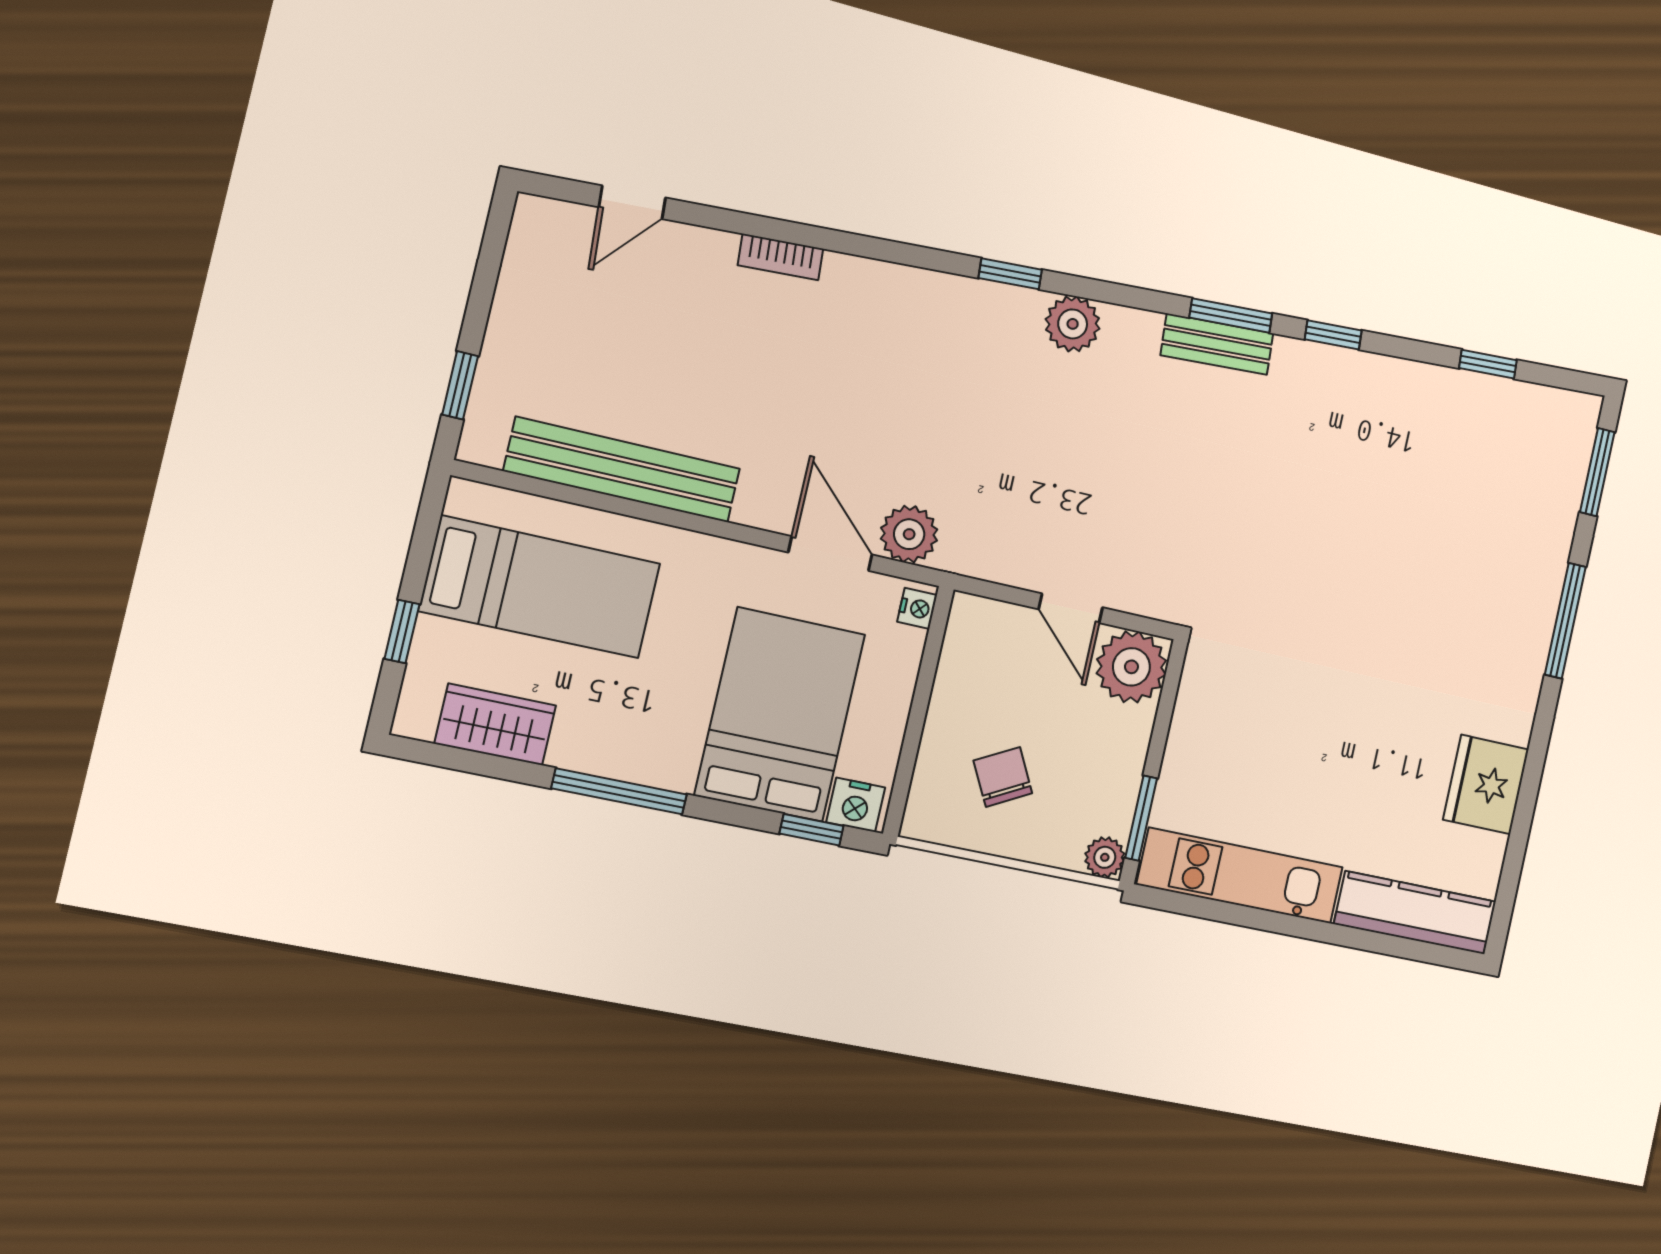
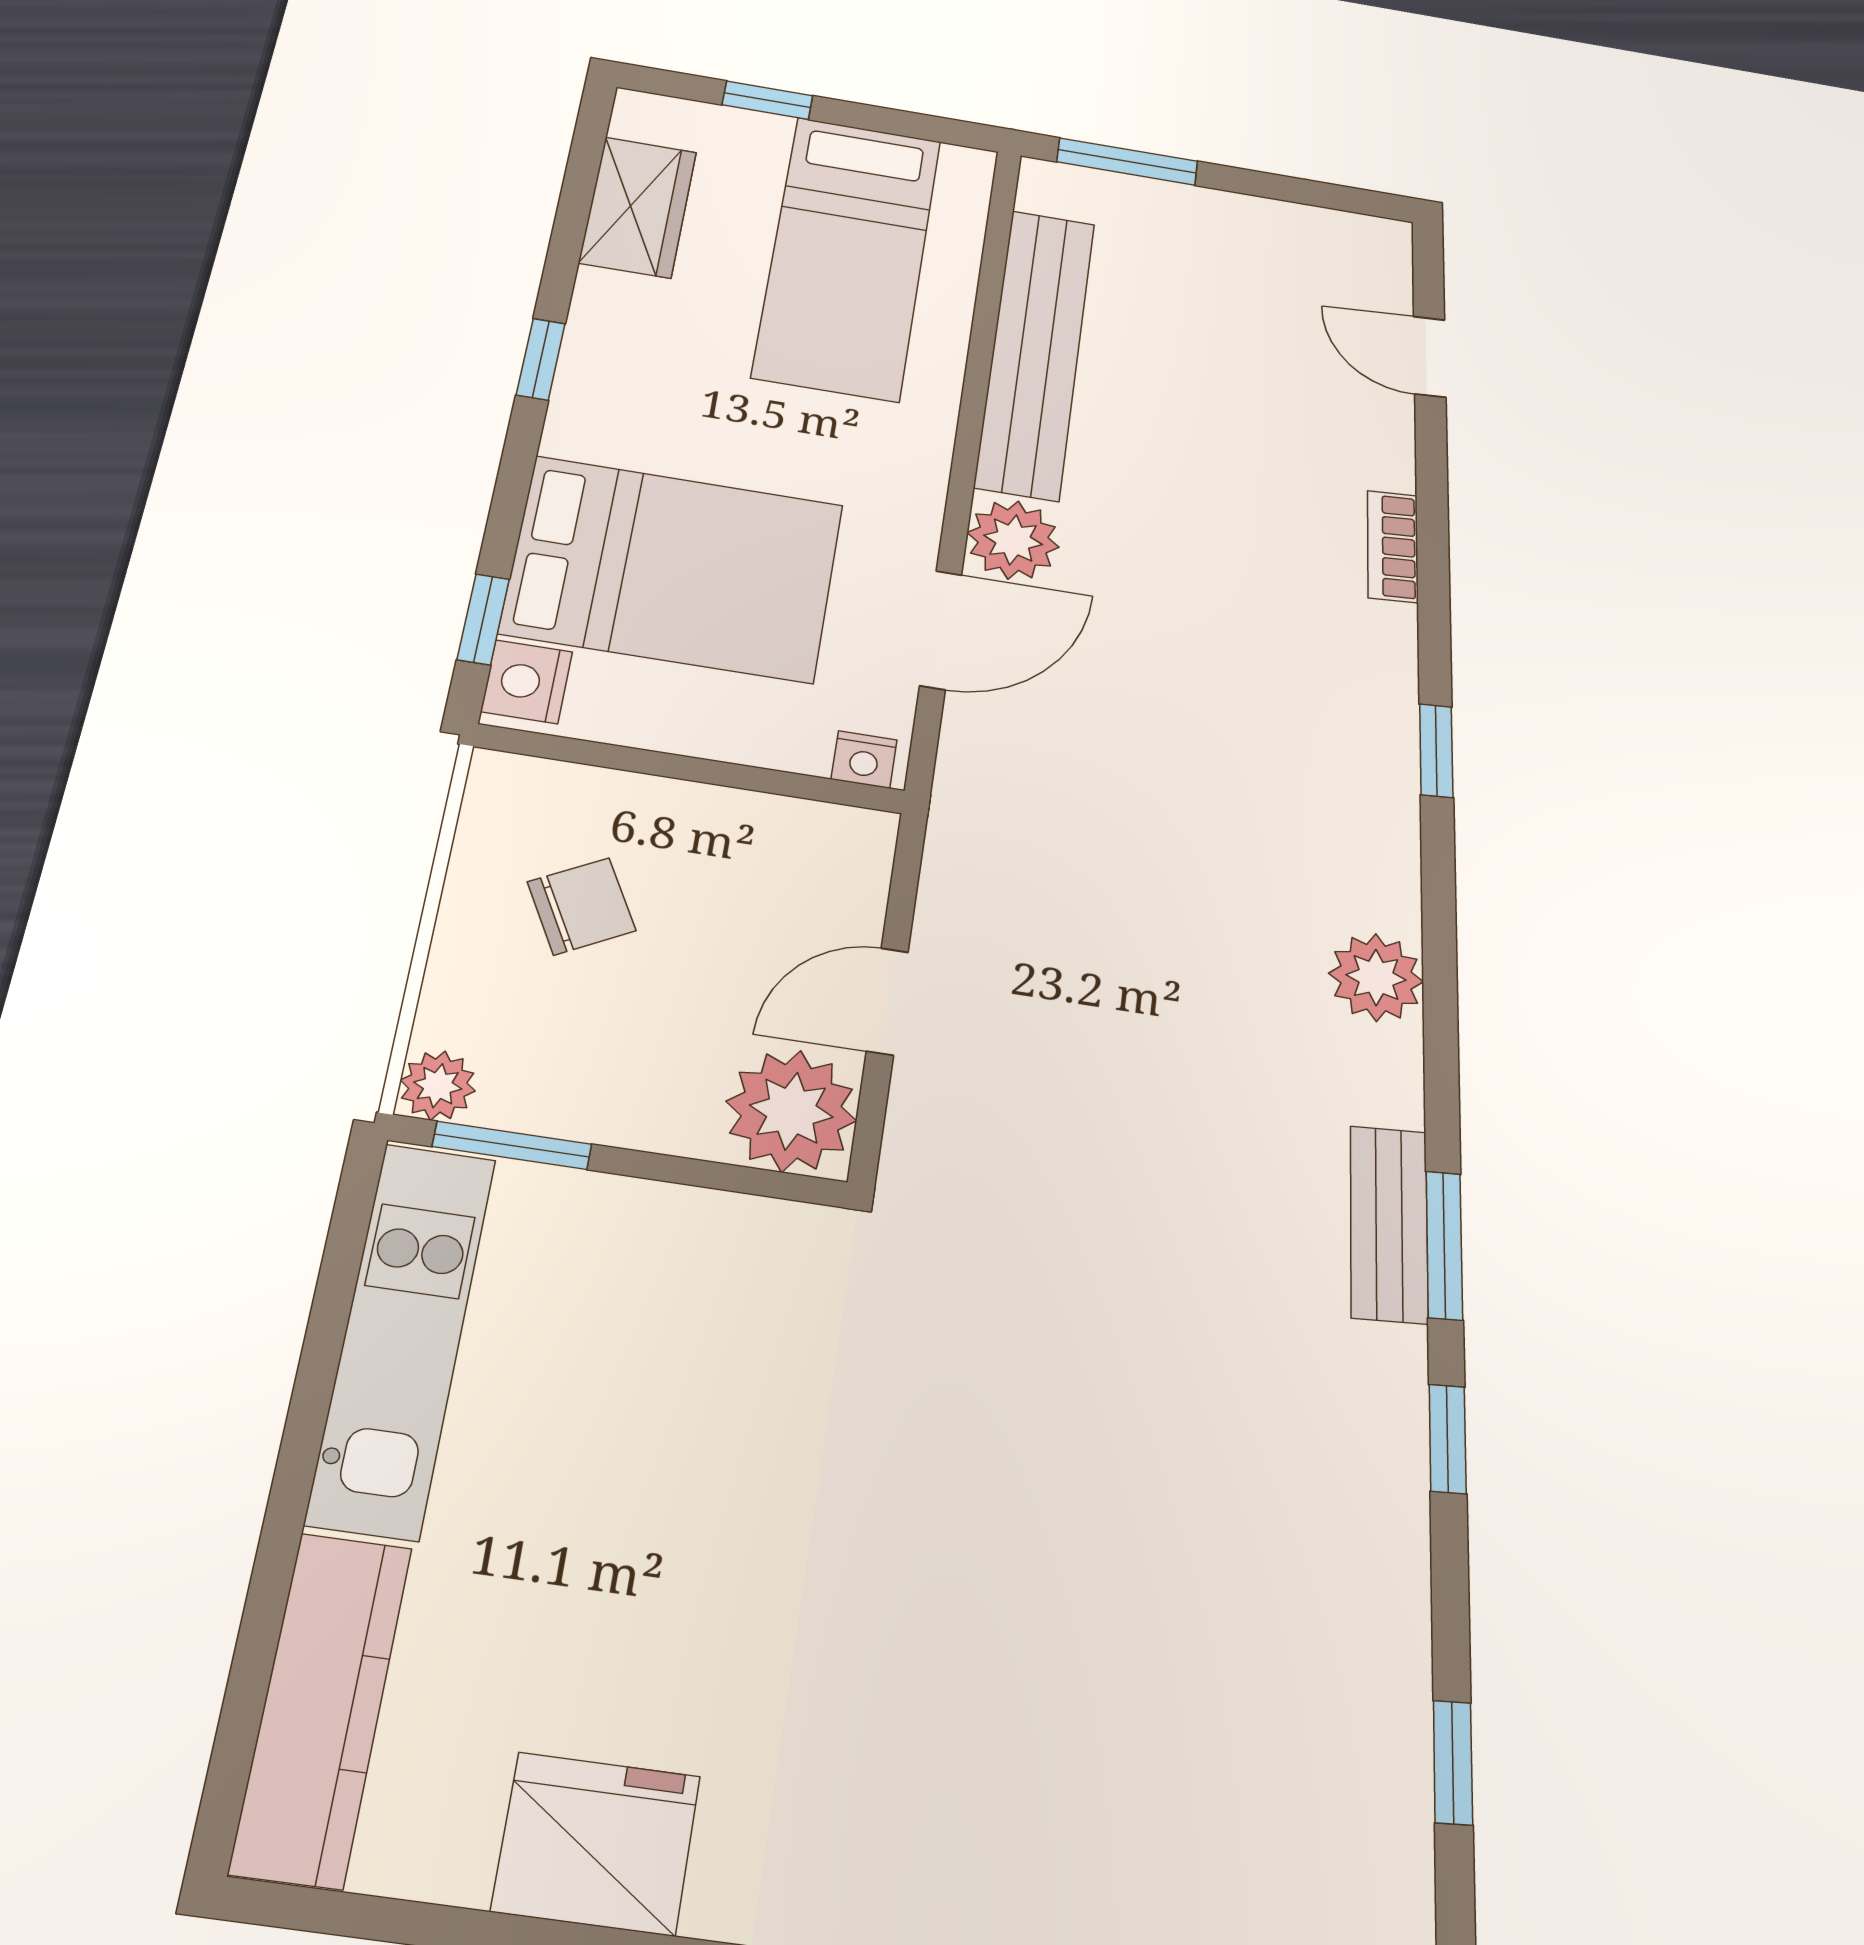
window: (1010, 274) -> (1436, 751), moved
window: (460, 385) -> (1127, 162), width x1.50
plant: (909, 534) -> (1013, 540), moved
window: (619, 791) -> (541, 359), width x0.46

